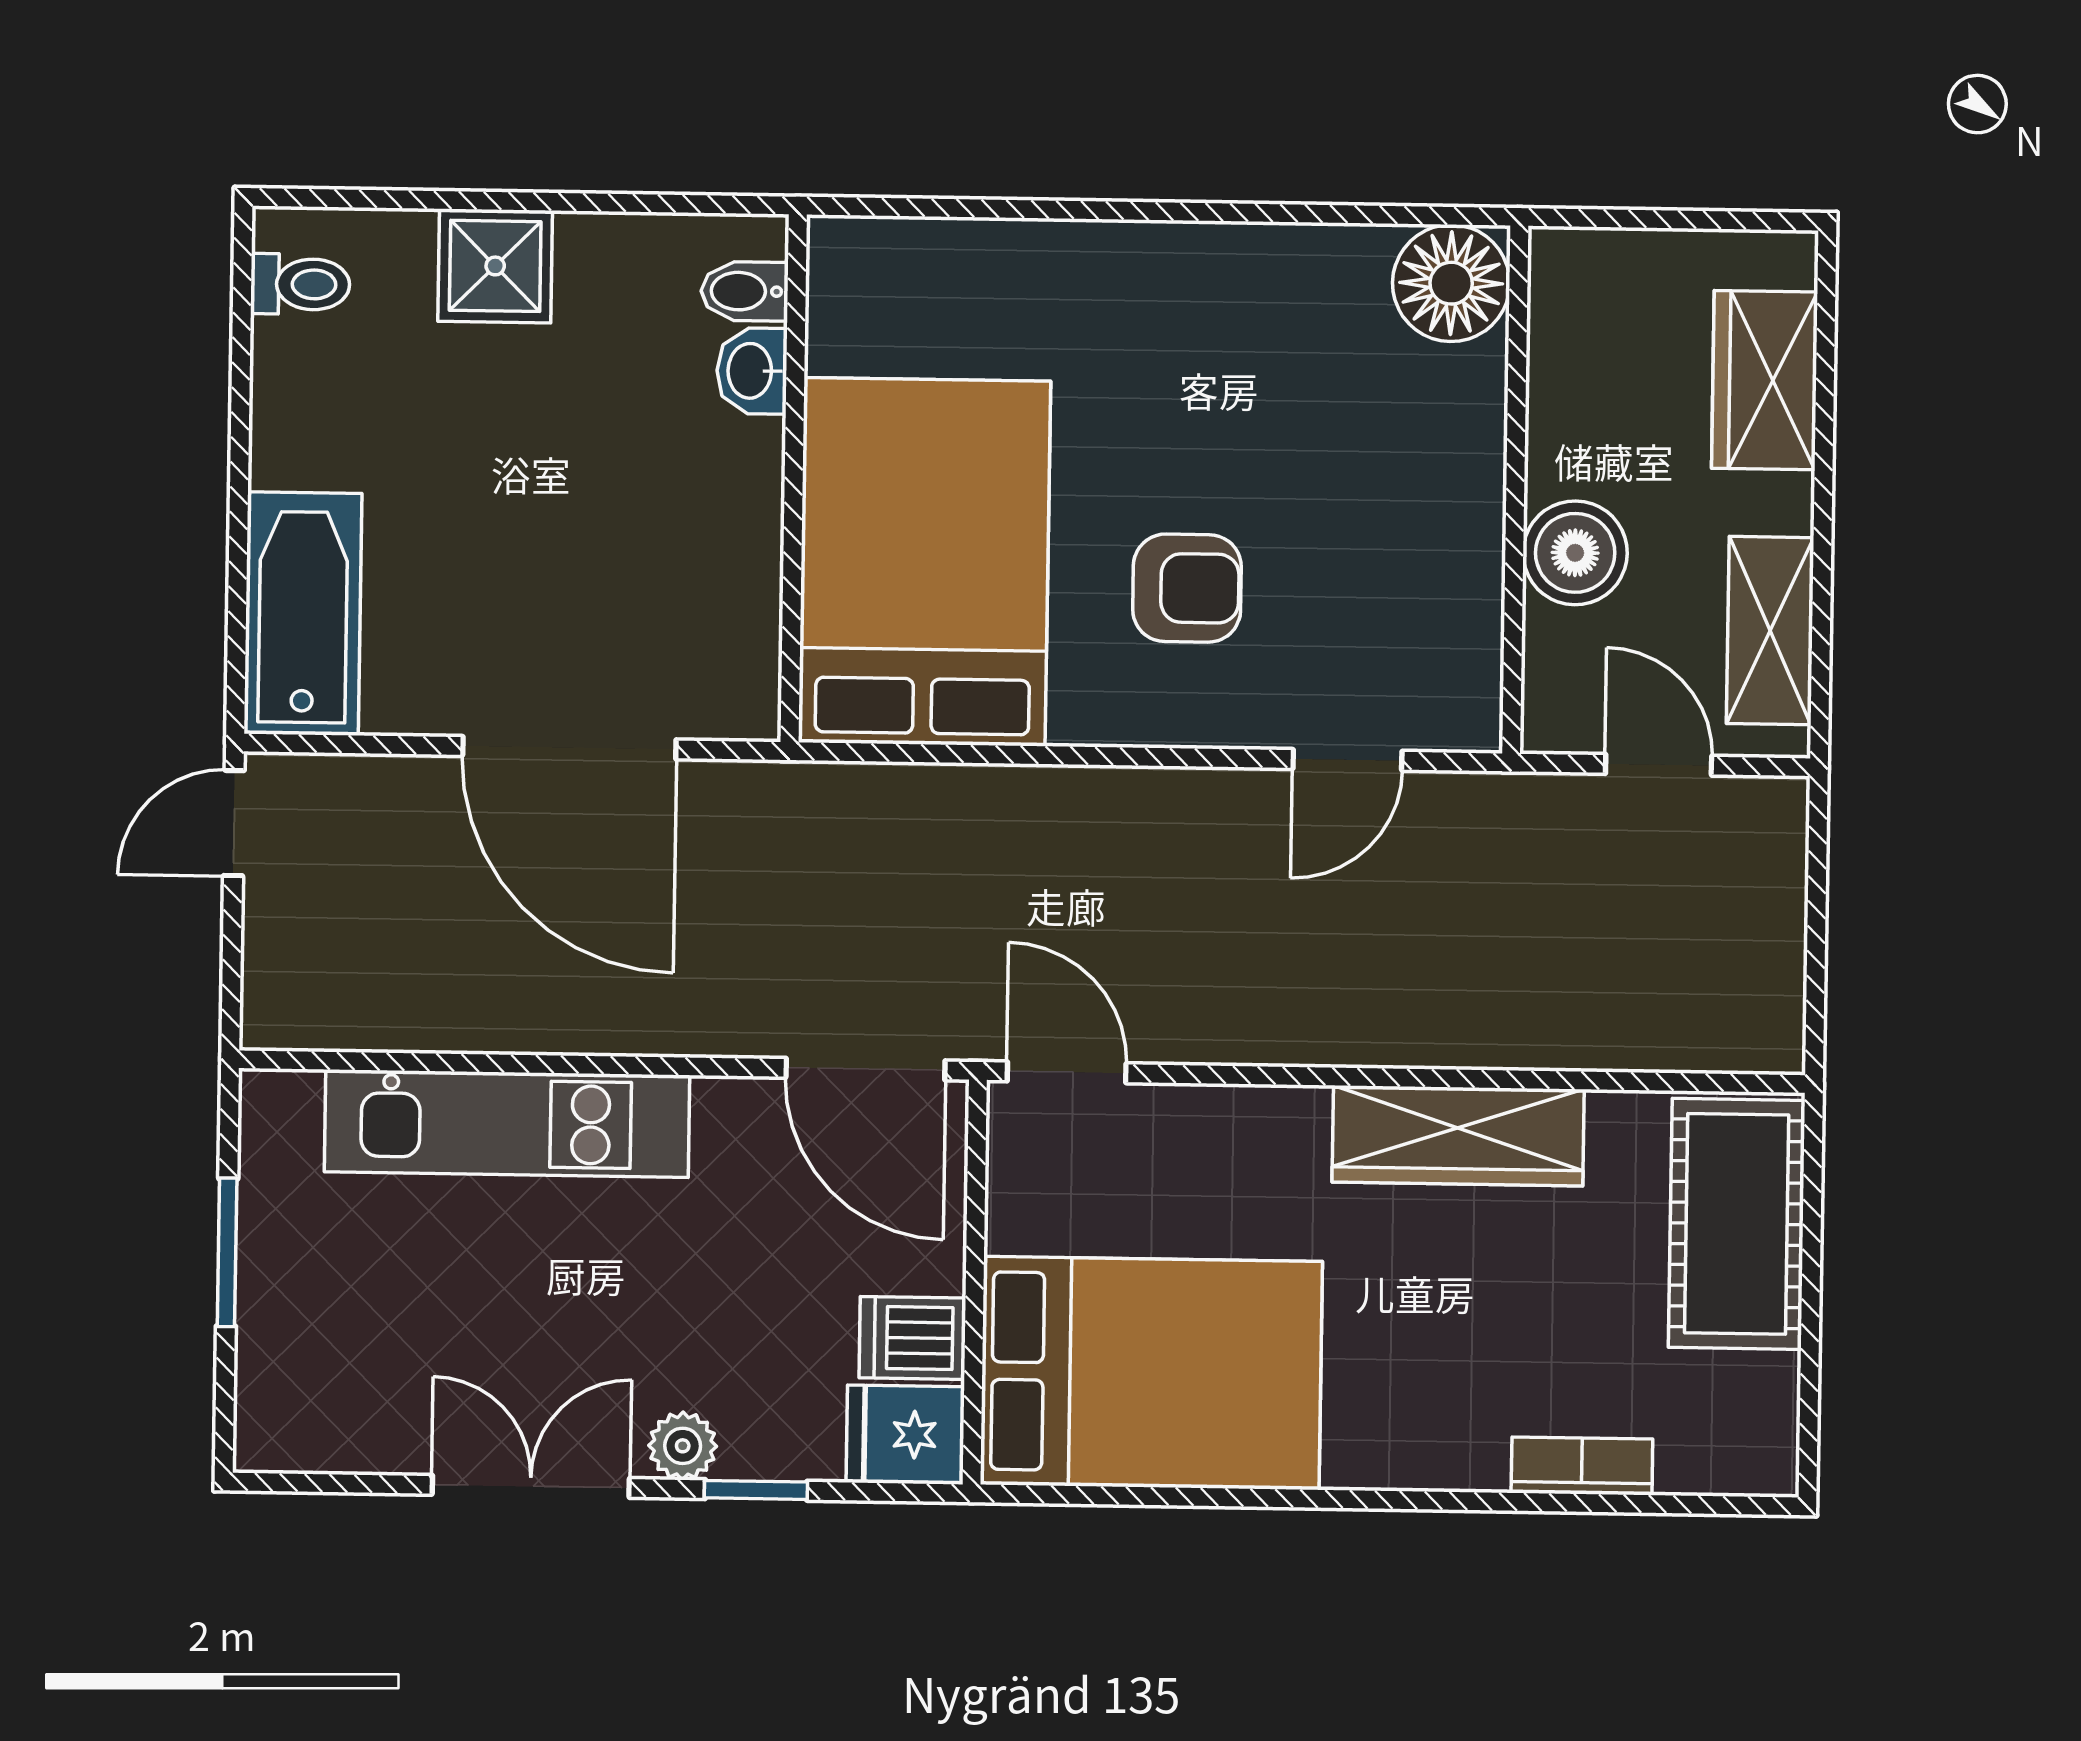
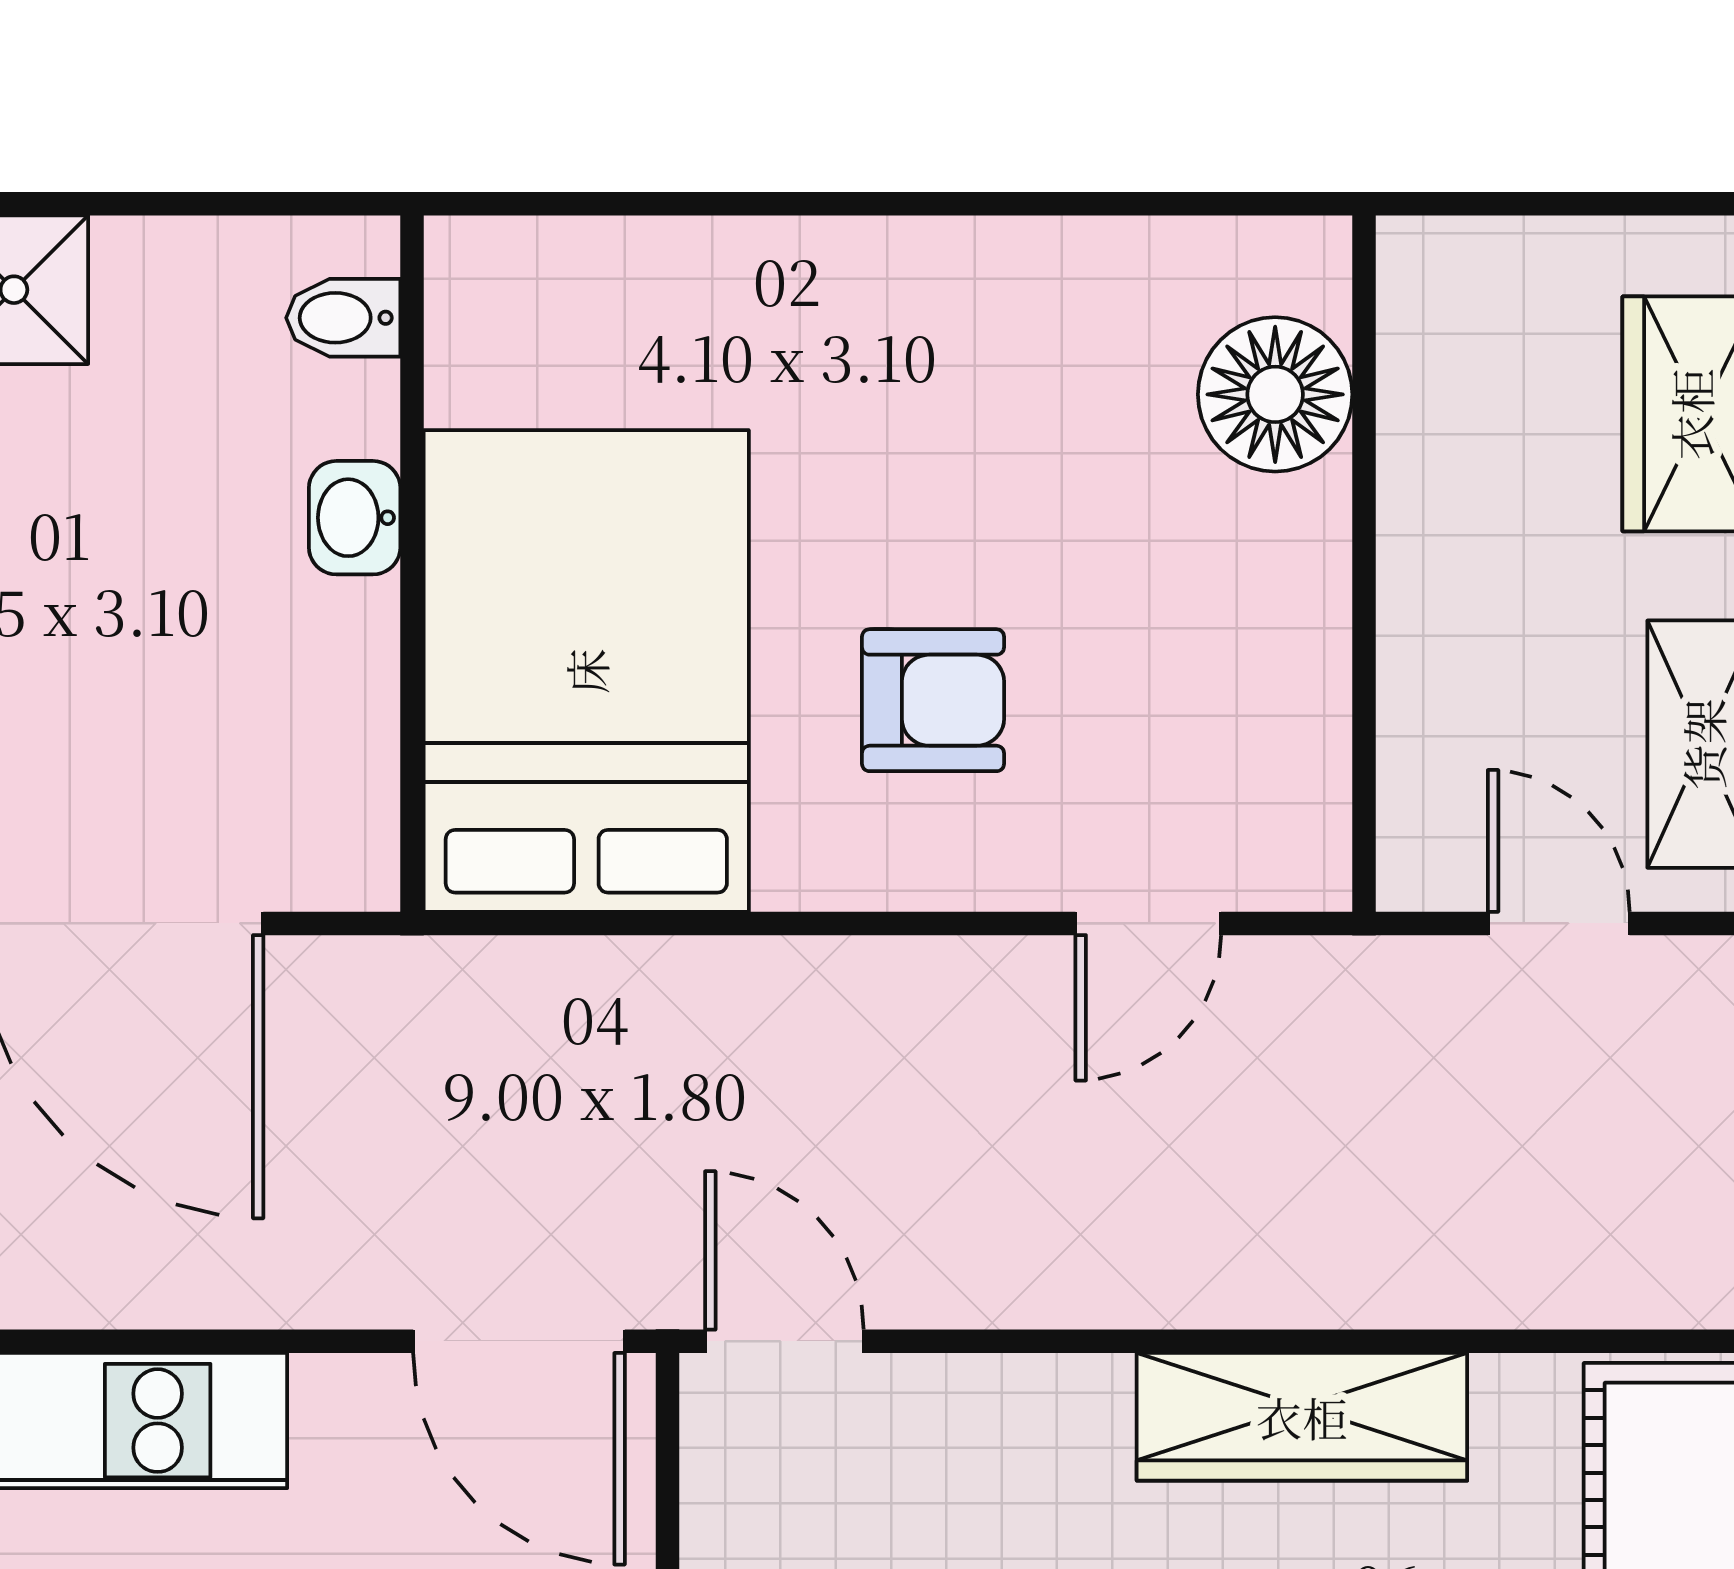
floor lamp: (1451, 283) -> (1275, 394), moved
washbasin: (752, 371) -> (355, 518), moved
boiler: (1575, 553) -> (1444, 646), removed

